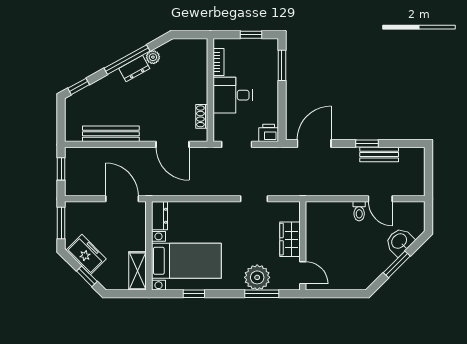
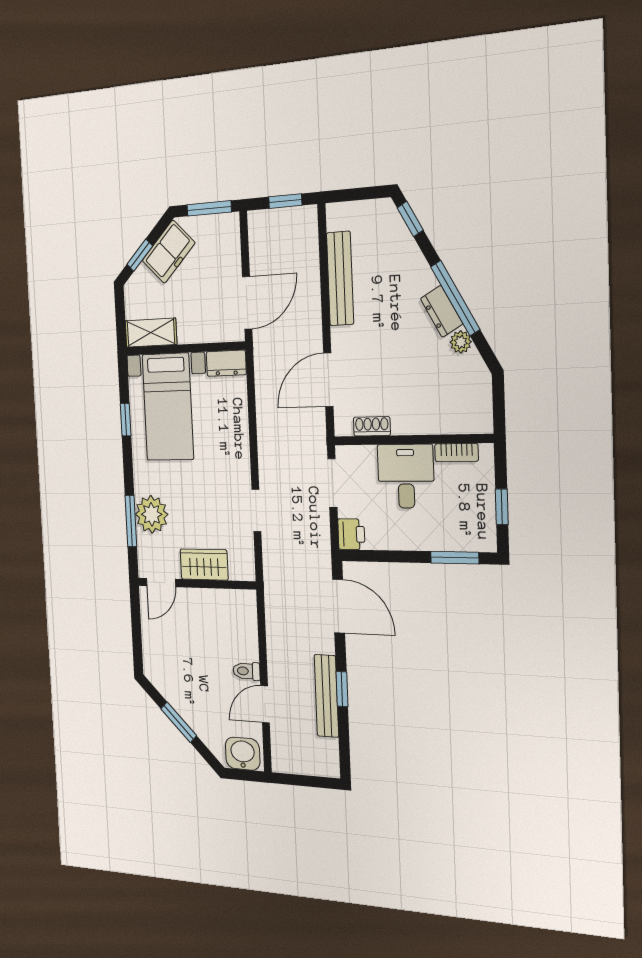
bench: (379, 155) -> (326, 696), width x1.36
washbasin: (400, 241) -> (243, 754), moved, turned -45

